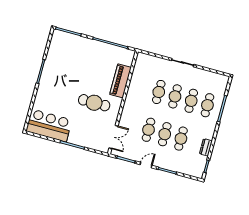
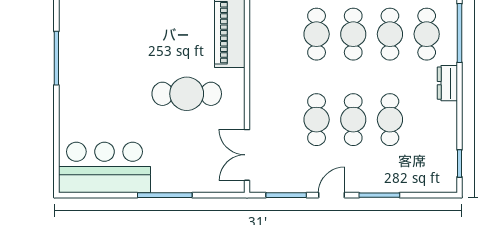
double door: (113, 137) -> (247, 155), swing flipped
dresser: (206, 147) -> (447, 83), moved

